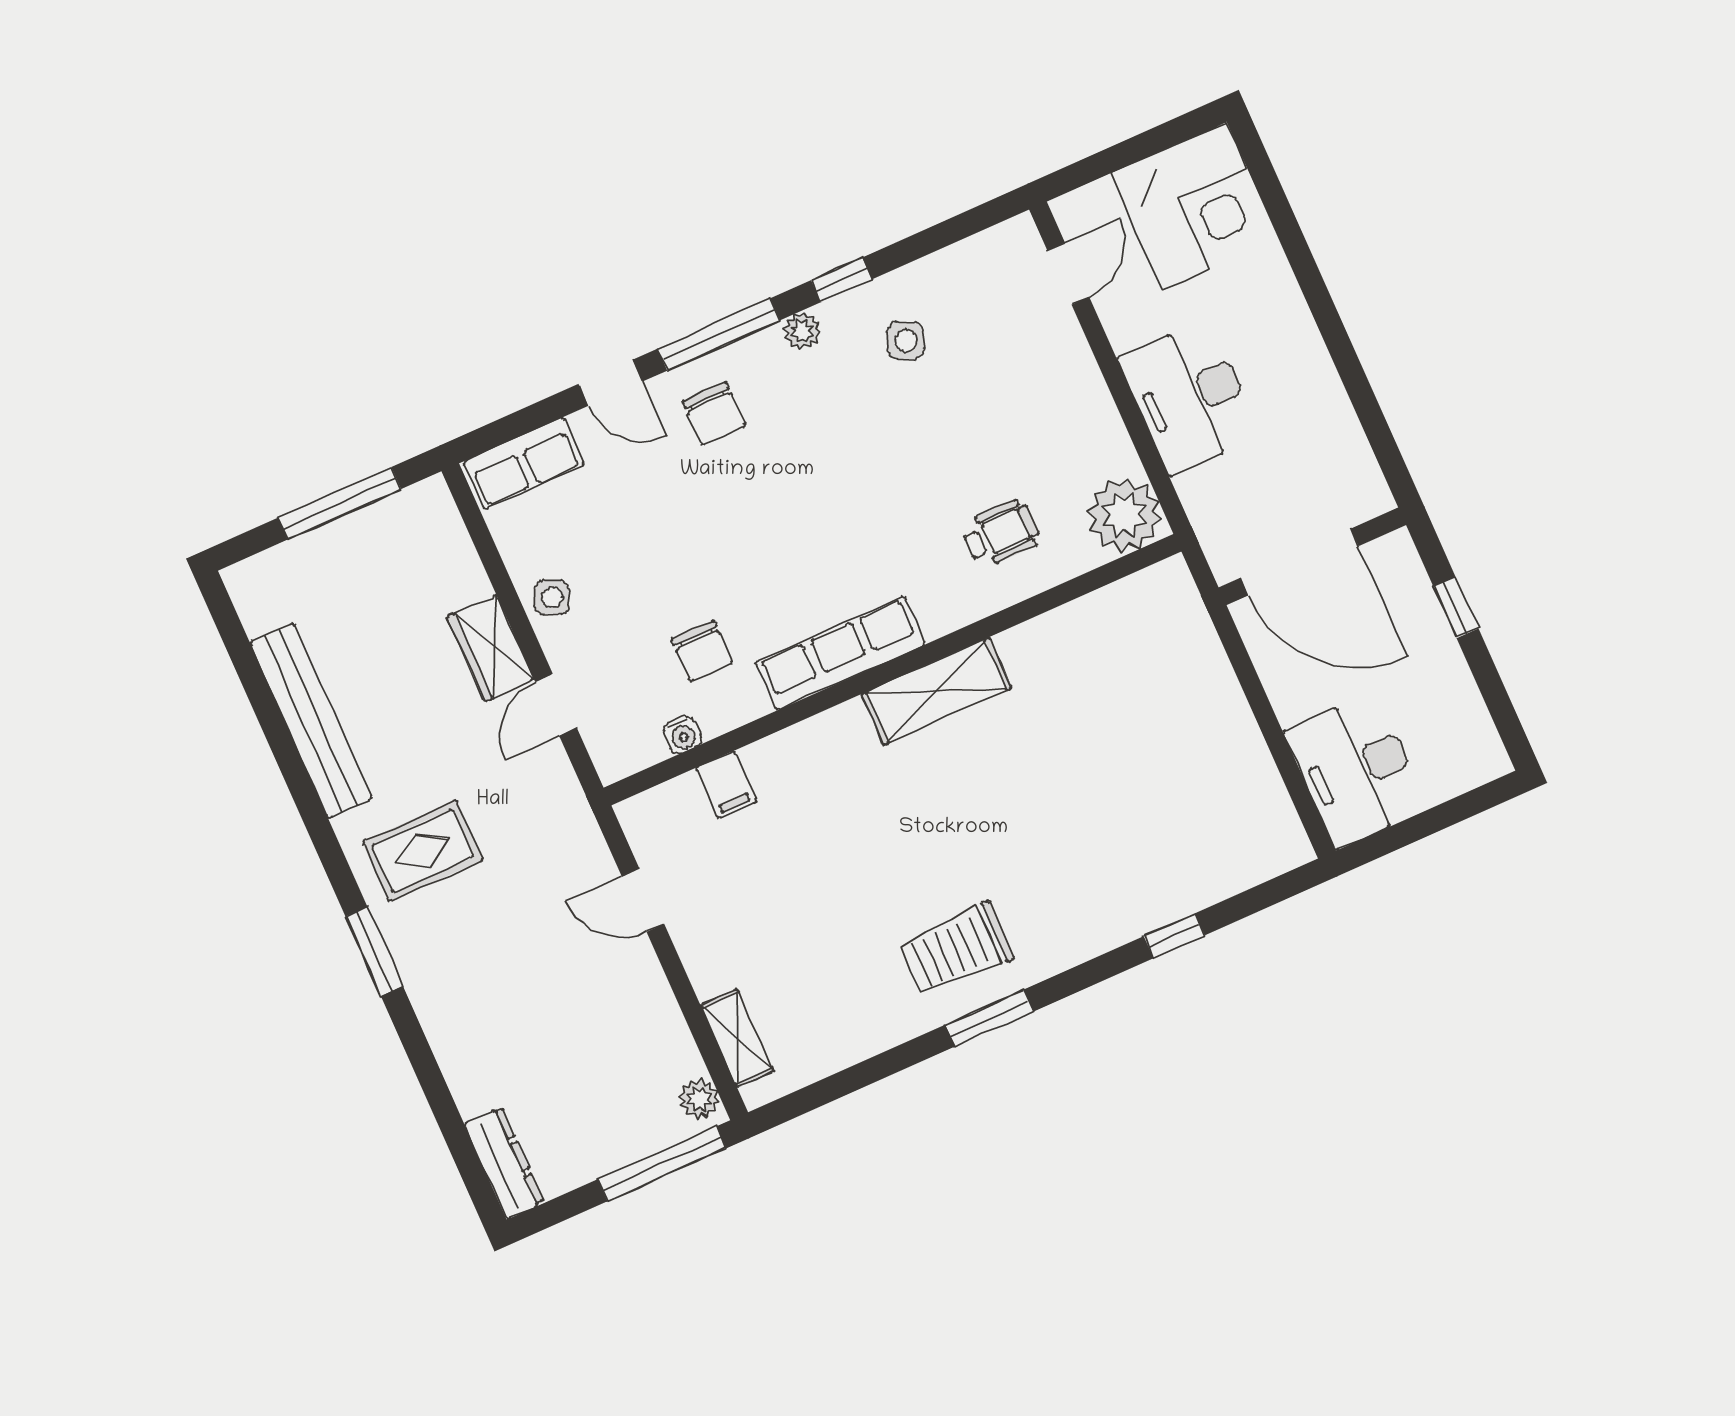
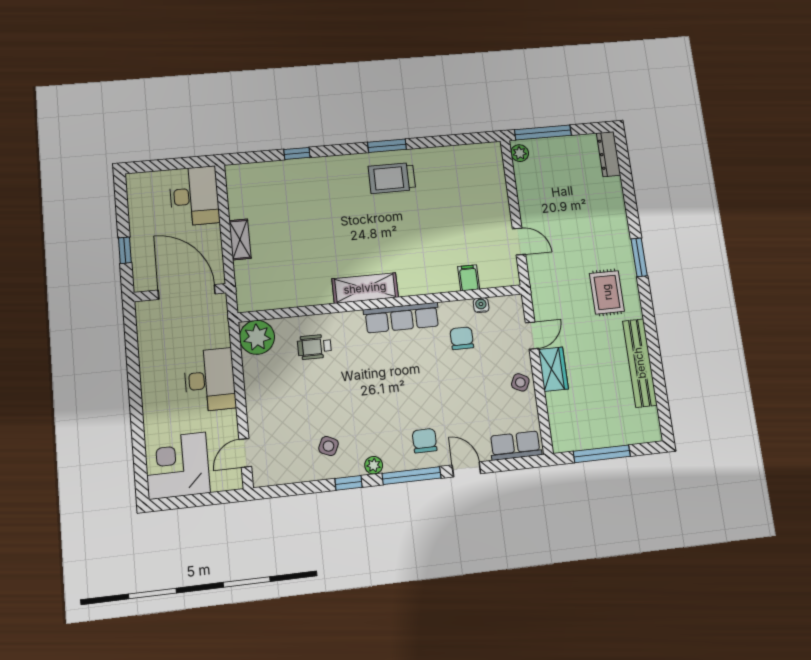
rug: (423, 851) -> (607, 292), turned 90
trolley: (956, 949) -> (392, 178), turned 180
shelving: (737, 1038) -> (240, 240), moved

